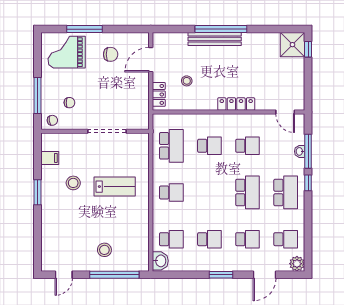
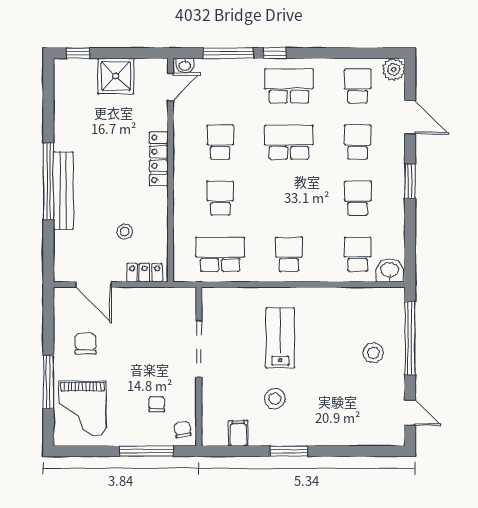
shower: (292, 45) -> (116, 76), moved
washbasin: (300, 151) -> (185, 66), moved

